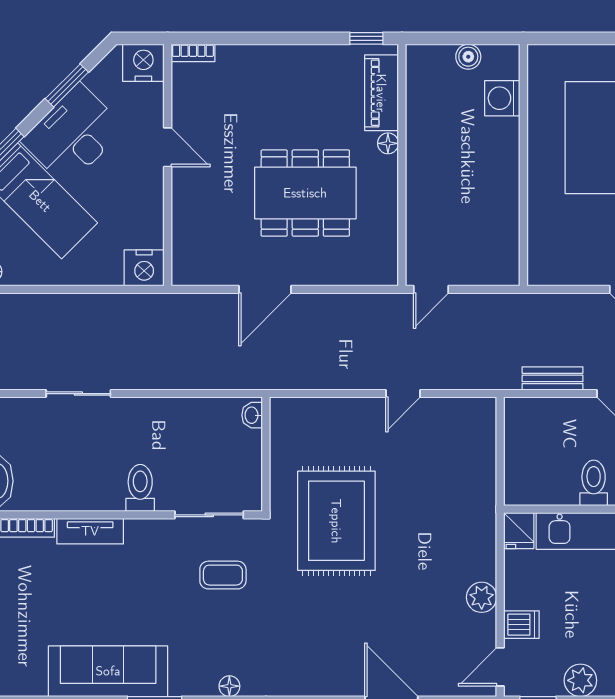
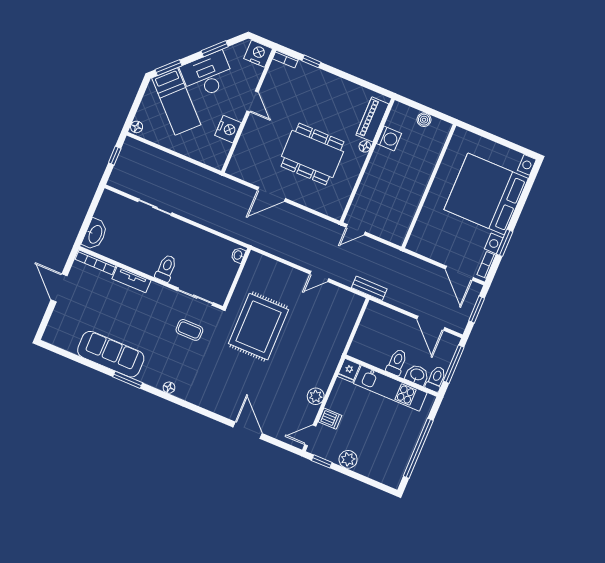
window: (366, 38) -> (311, 61), moved
washing machine: (502, 98) -> (389, 138), moved, turned 180
nightstand: (144, 268) -> (228, 129), moved, turned -90
bench: (552, 378) -> (369, 288), moved

